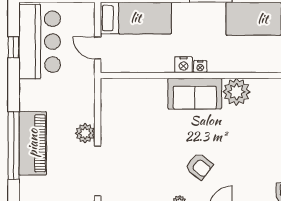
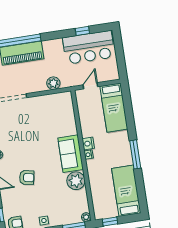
plant: (85, 133) -> (53, 83), moved
armchair: (199, 166) -> (27, 178), moved, turned -116

